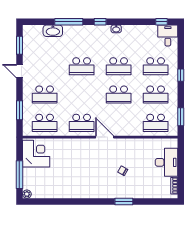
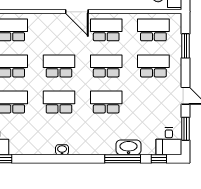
window: (100, 22) -> (159, 159), moved
washbasin: (53, 31) -> (129, 147), moved
desk: (32, 36) -> (169, 141), added
school desk: (82, 95) -> (106, 66), added

